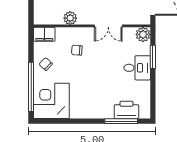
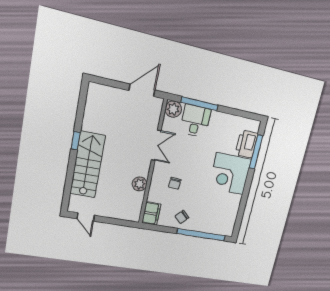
window: (153, 57) -> (200, 104), width x1.44
desk: (137, 68) -> (195, 121), moved
corner desk: (51, 101) -> (230, 174), moved

